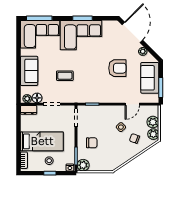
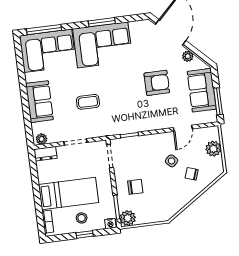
floor lamp: (37, 98) -> (55, 136), removed
plant: (153, 134) -> (216, 165), removed

